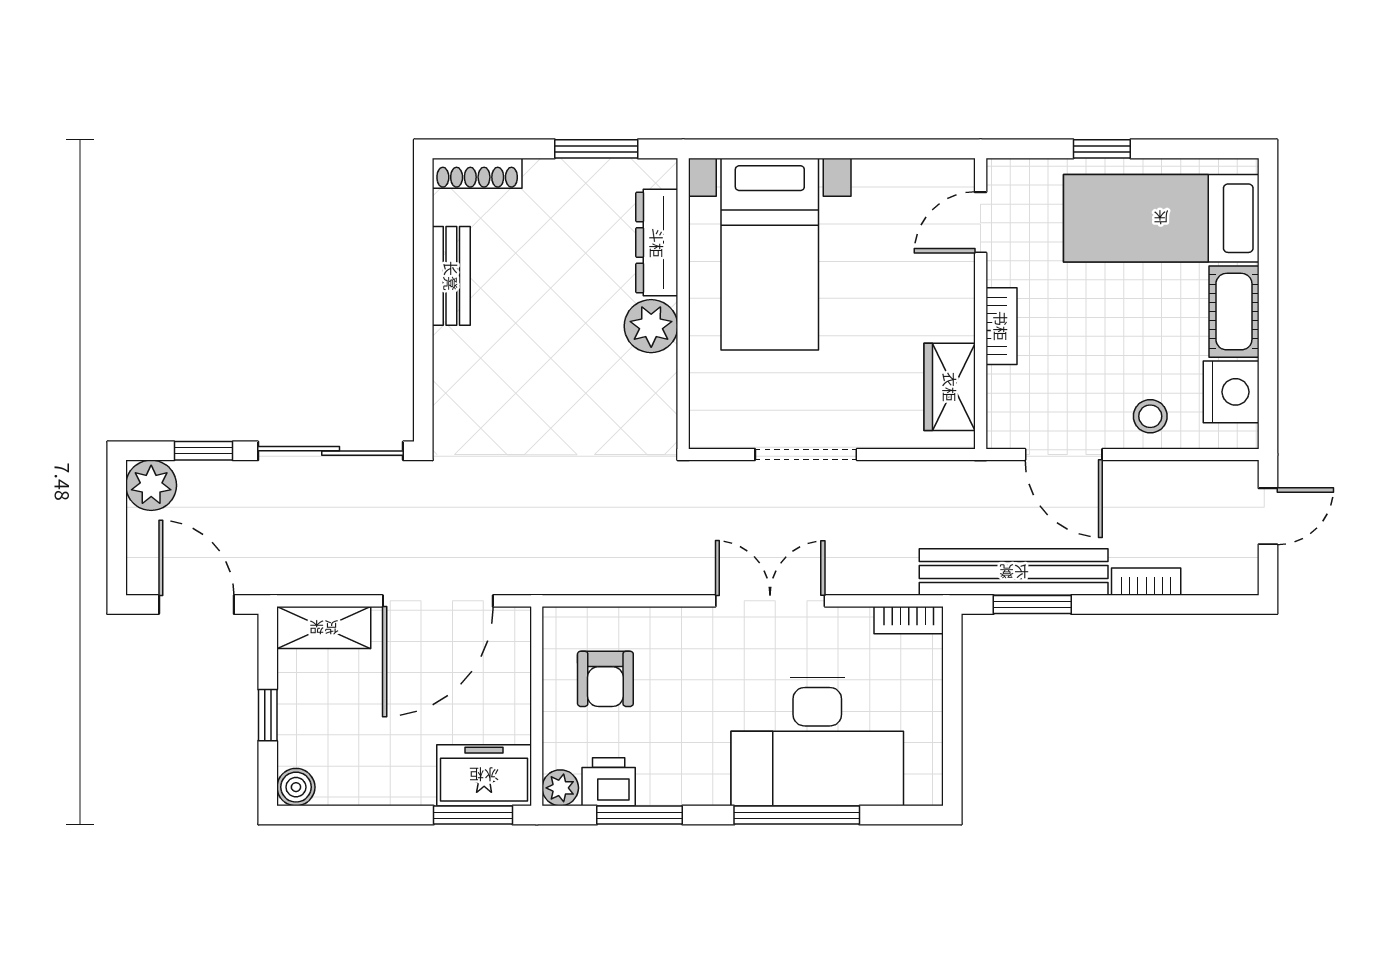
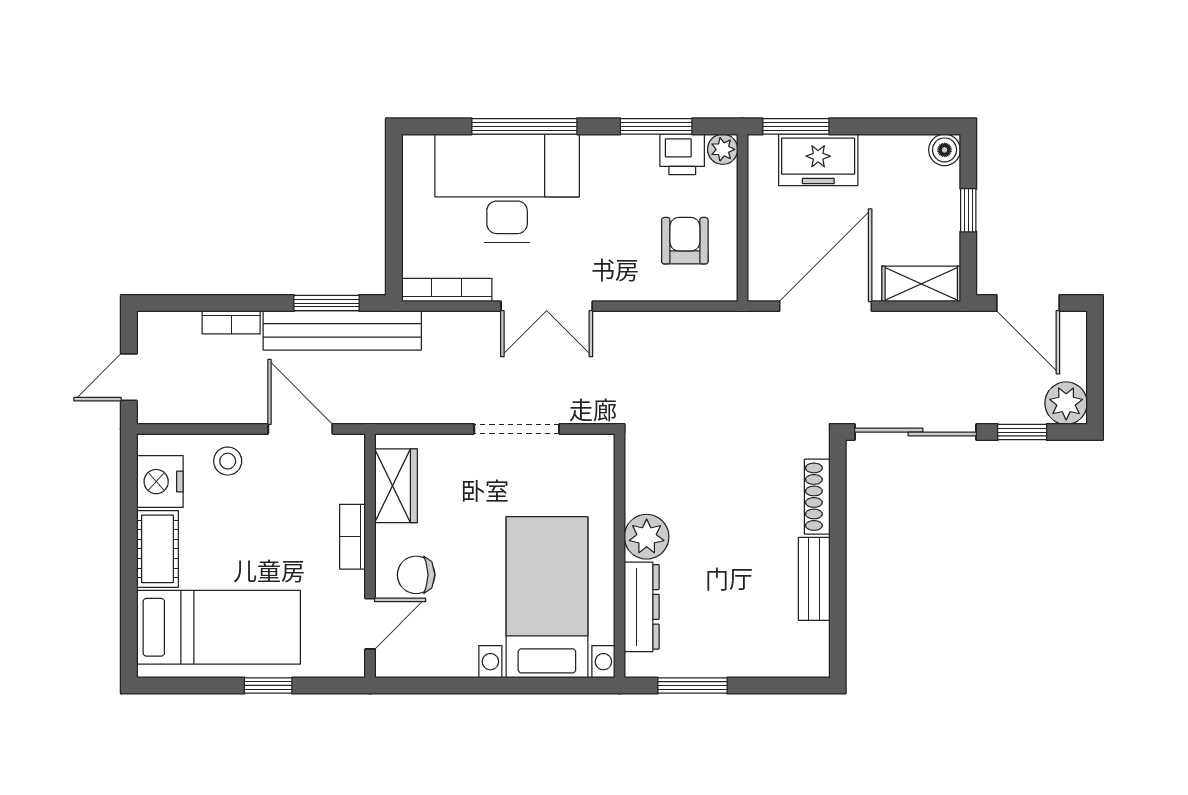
shoe rack: (477, 173) -> (817, 497), moved, turned -90
chair: (926, 281) -> (416, 575), added
bookcase: (909, 620) -> (447, 290), width x1.56
freezer: (484, 775) -> (818, 160), moved

